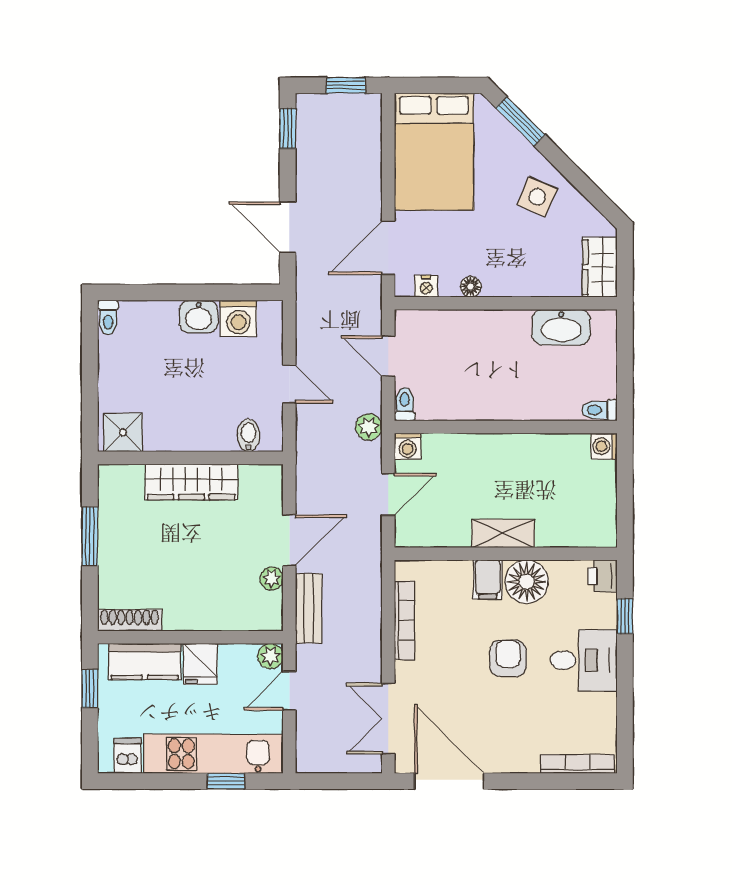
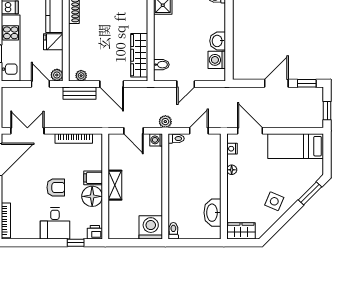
bed: (434, 152) -> (296, 146), width x0.67
door: (288, 227) -> (276, 83), moved
washing machine: (604, 446) -> (151, 227), width x1.89, depth x1.89
wardrobe: (191, 482) -> (139, 55), moved
plant: (272, 578) -> (81, 76), moved

